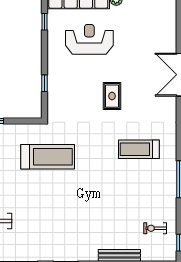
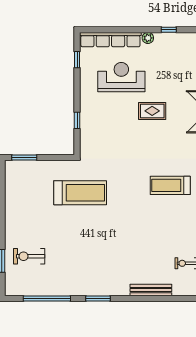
rug: (112, 96) -> (152, 111), moved, turned 90

